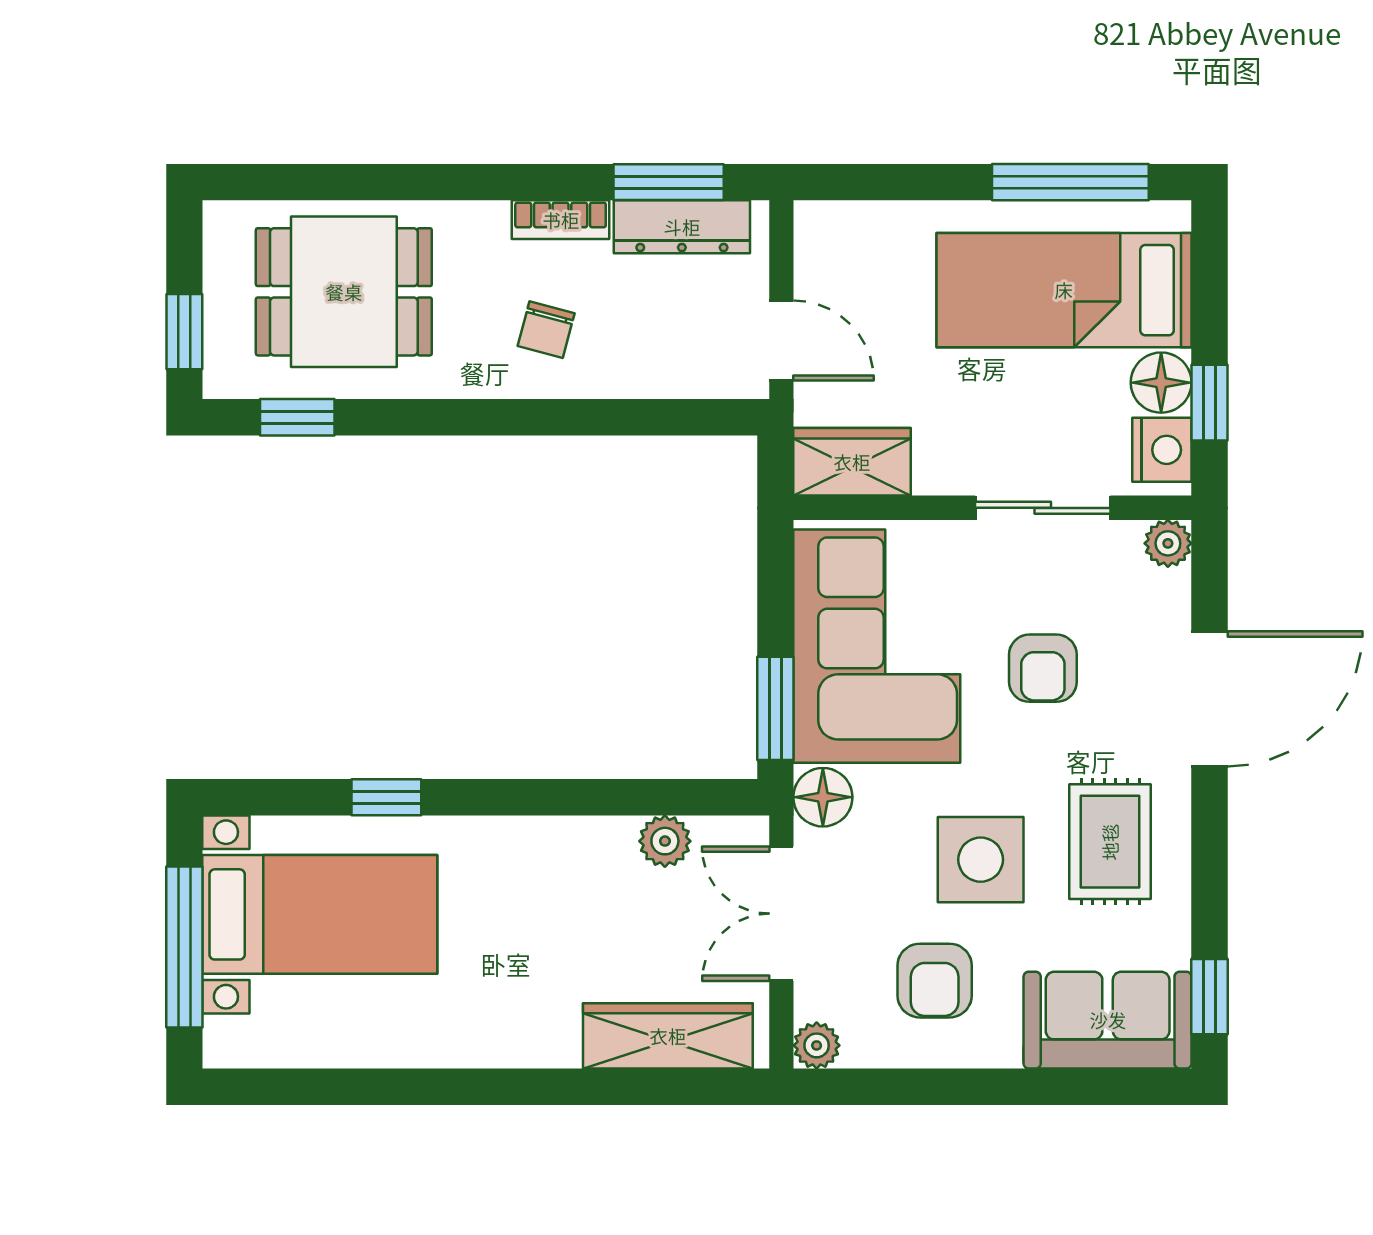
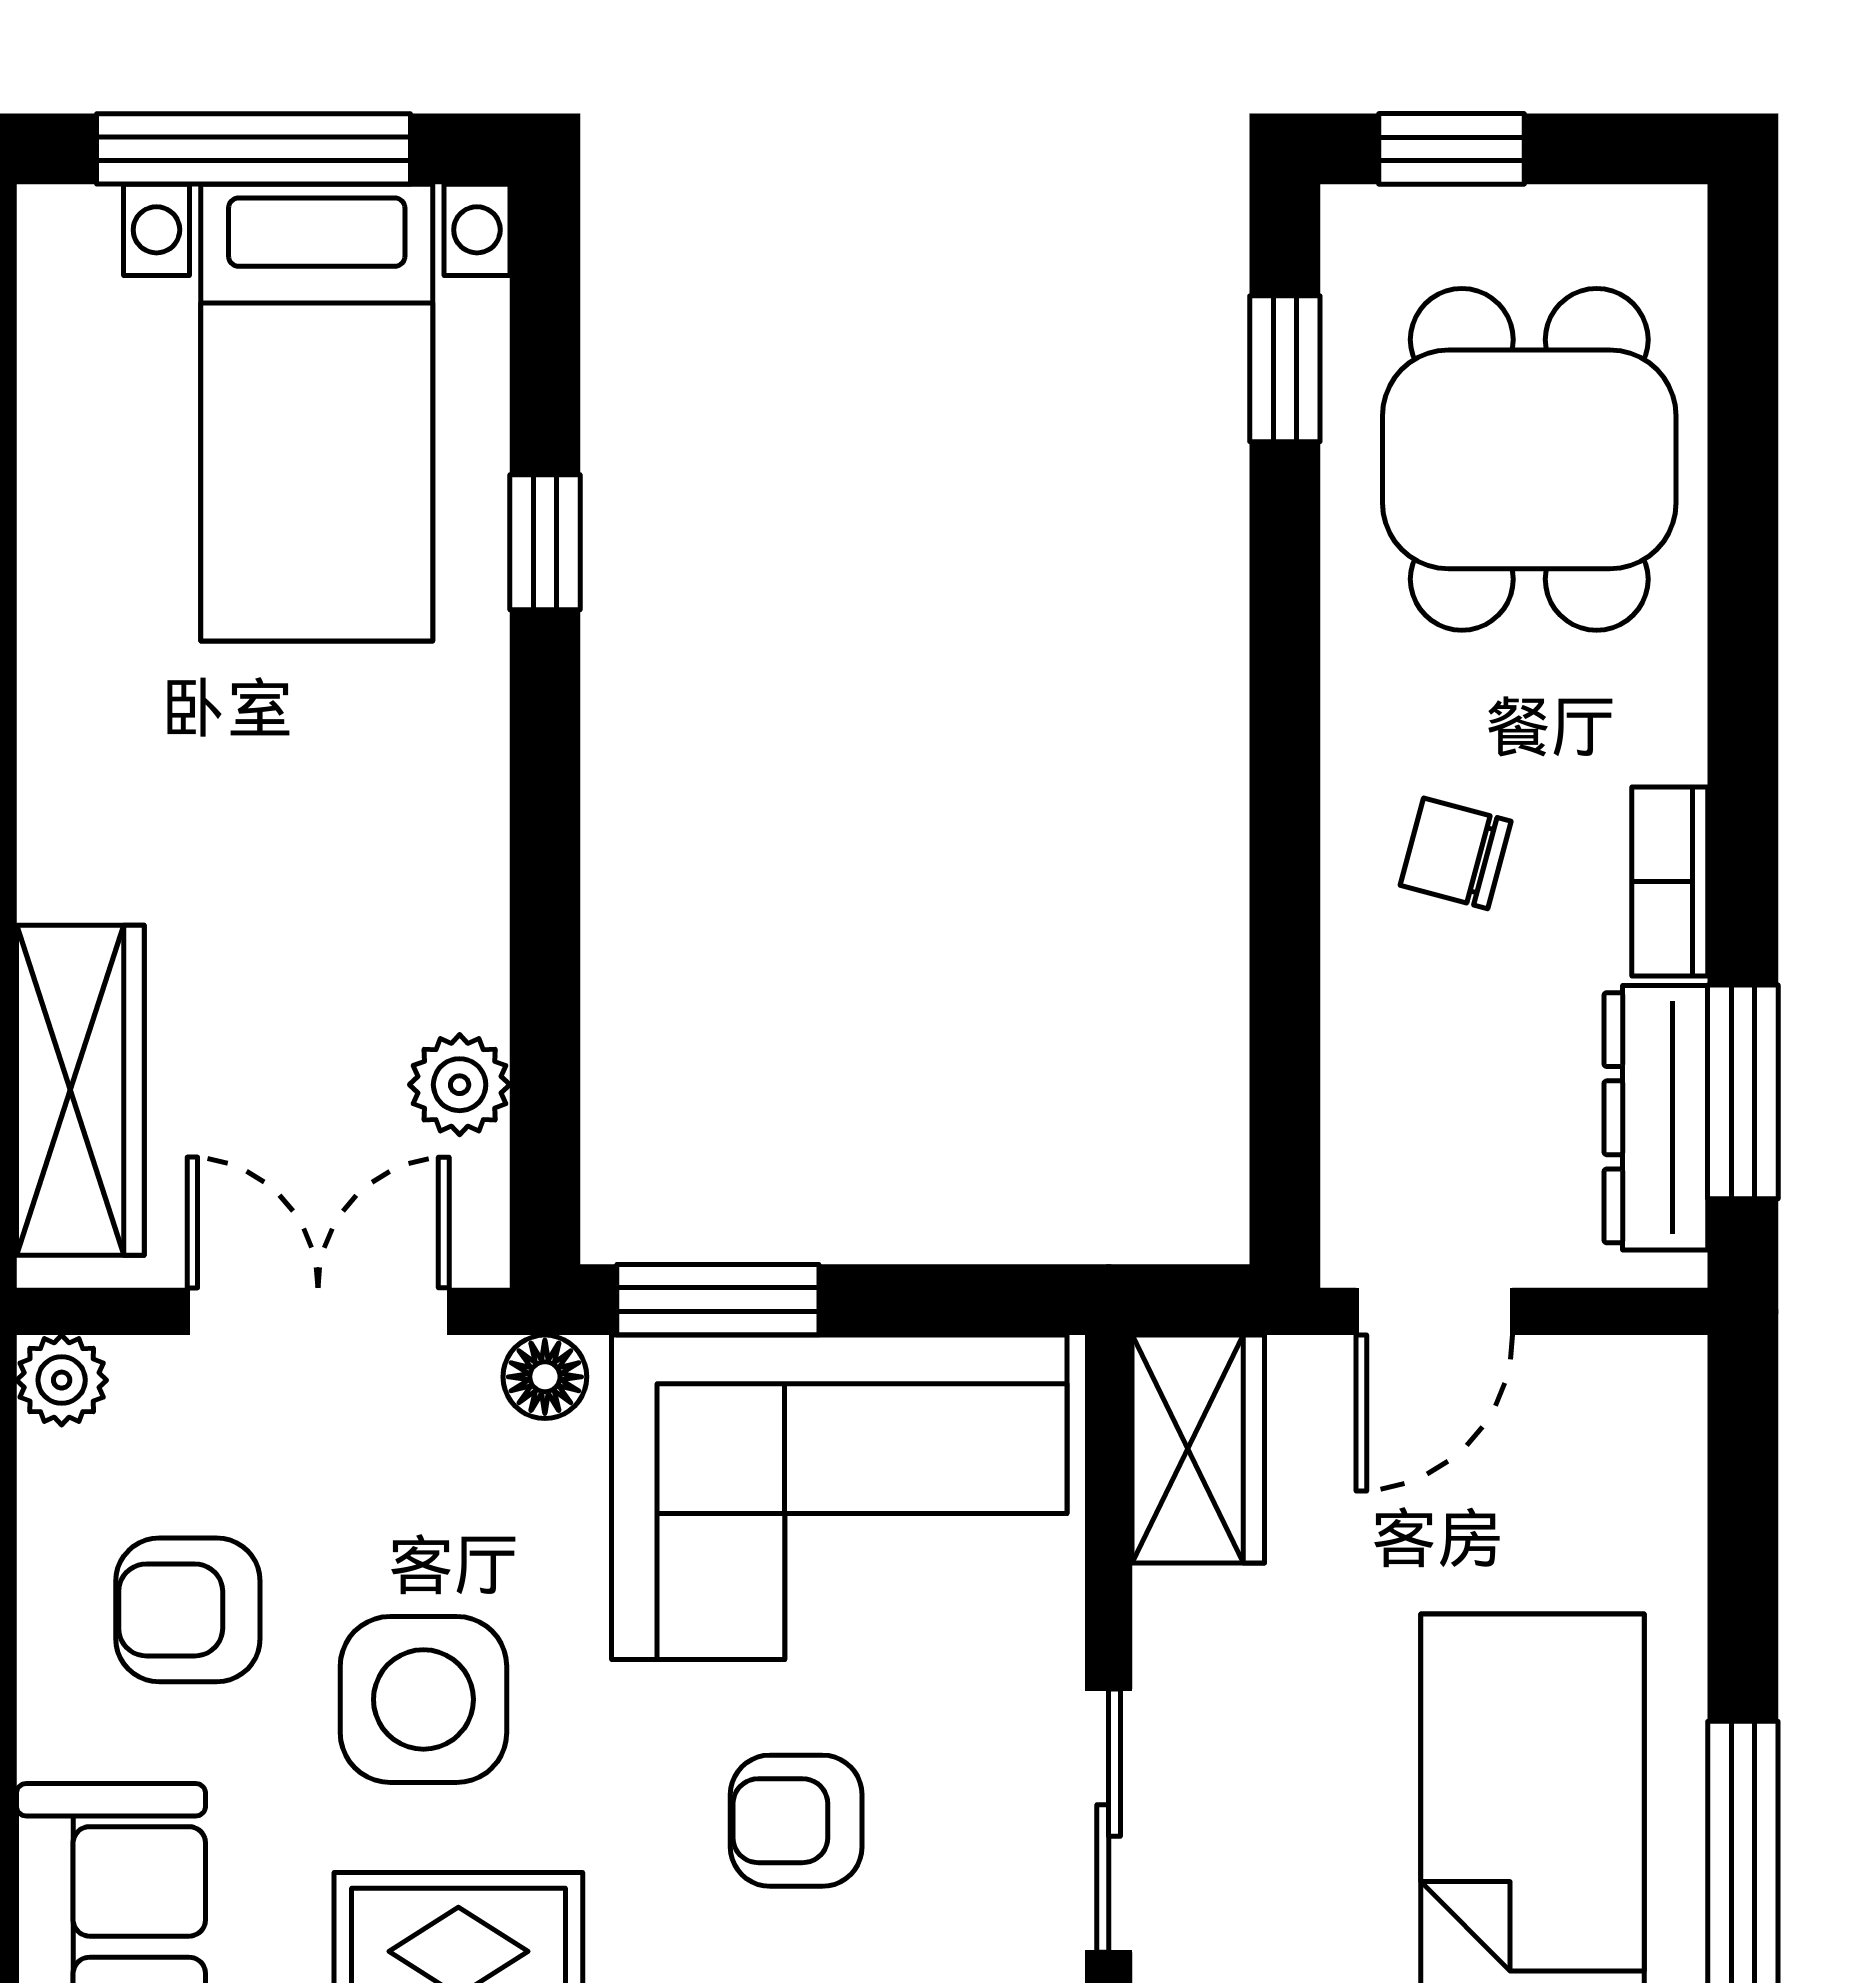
floor lamp: (823, 797) -> (545, 1377), width x0.73, depth x0.73

